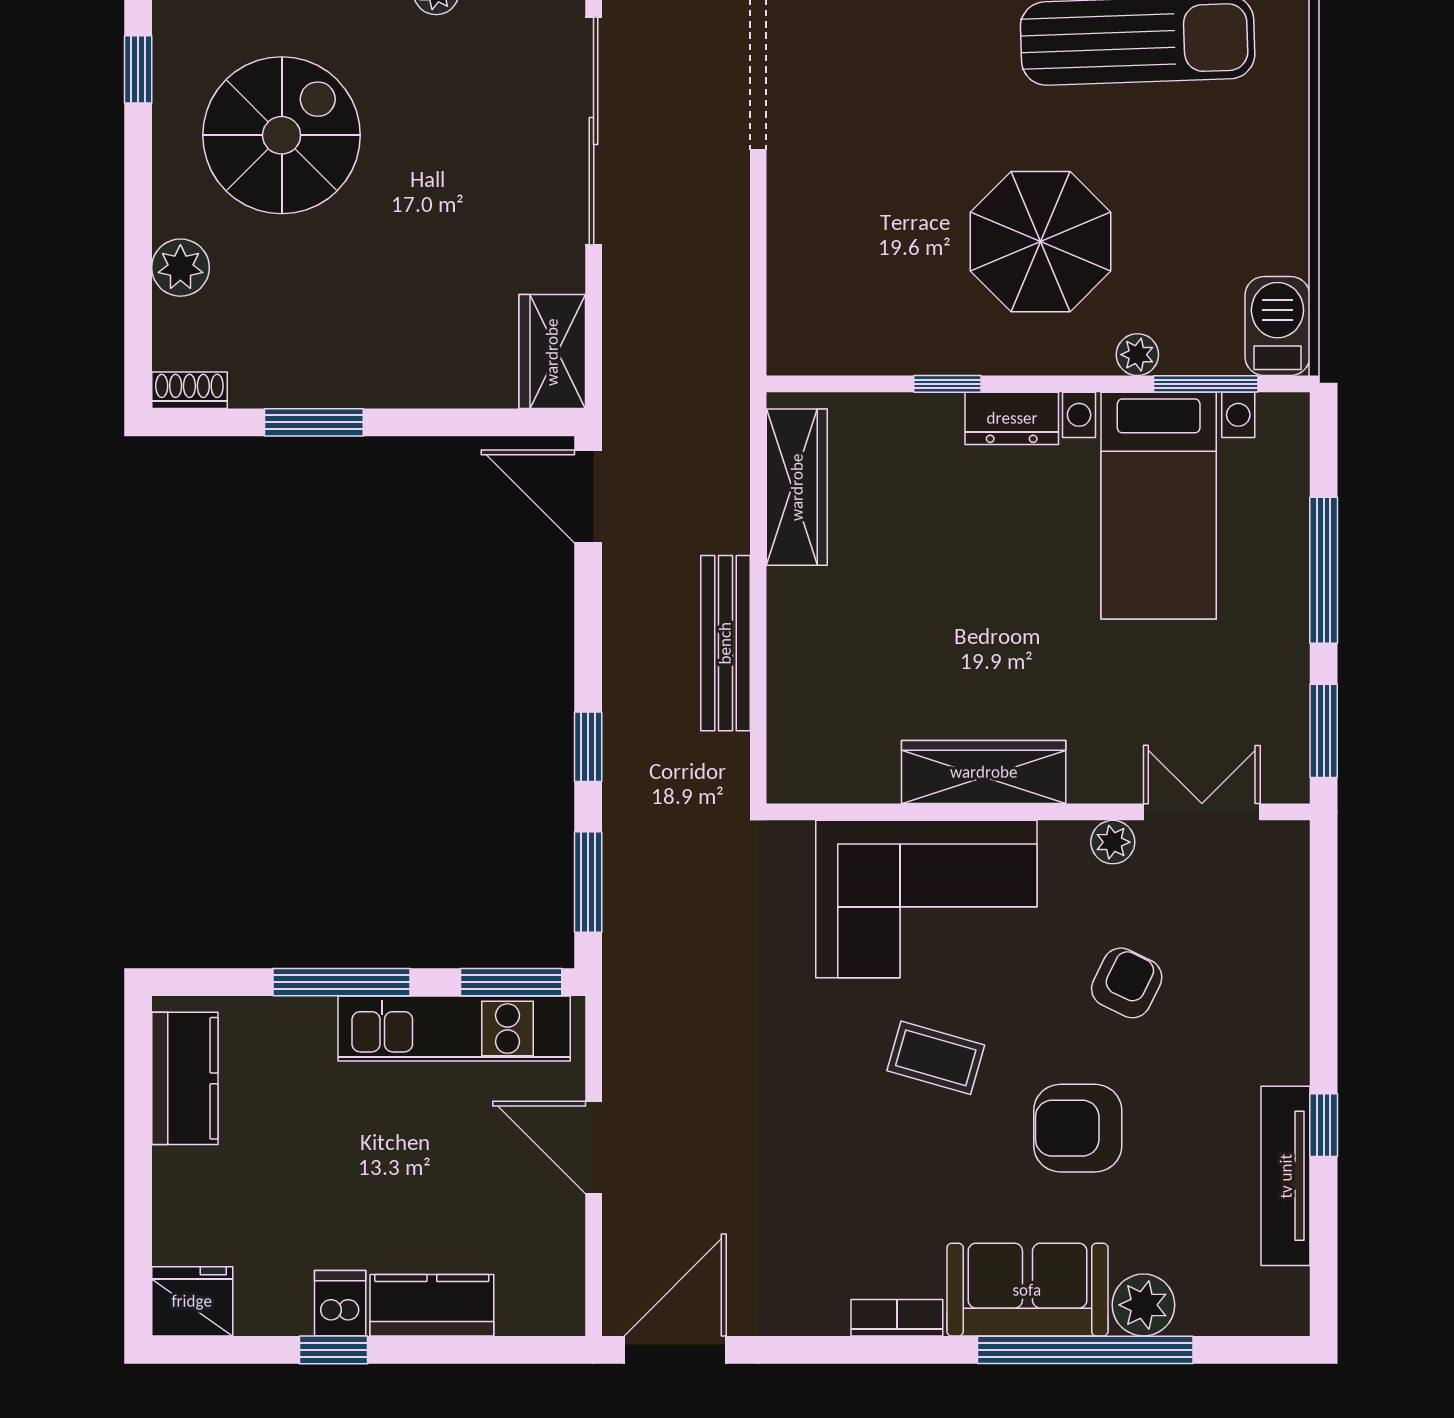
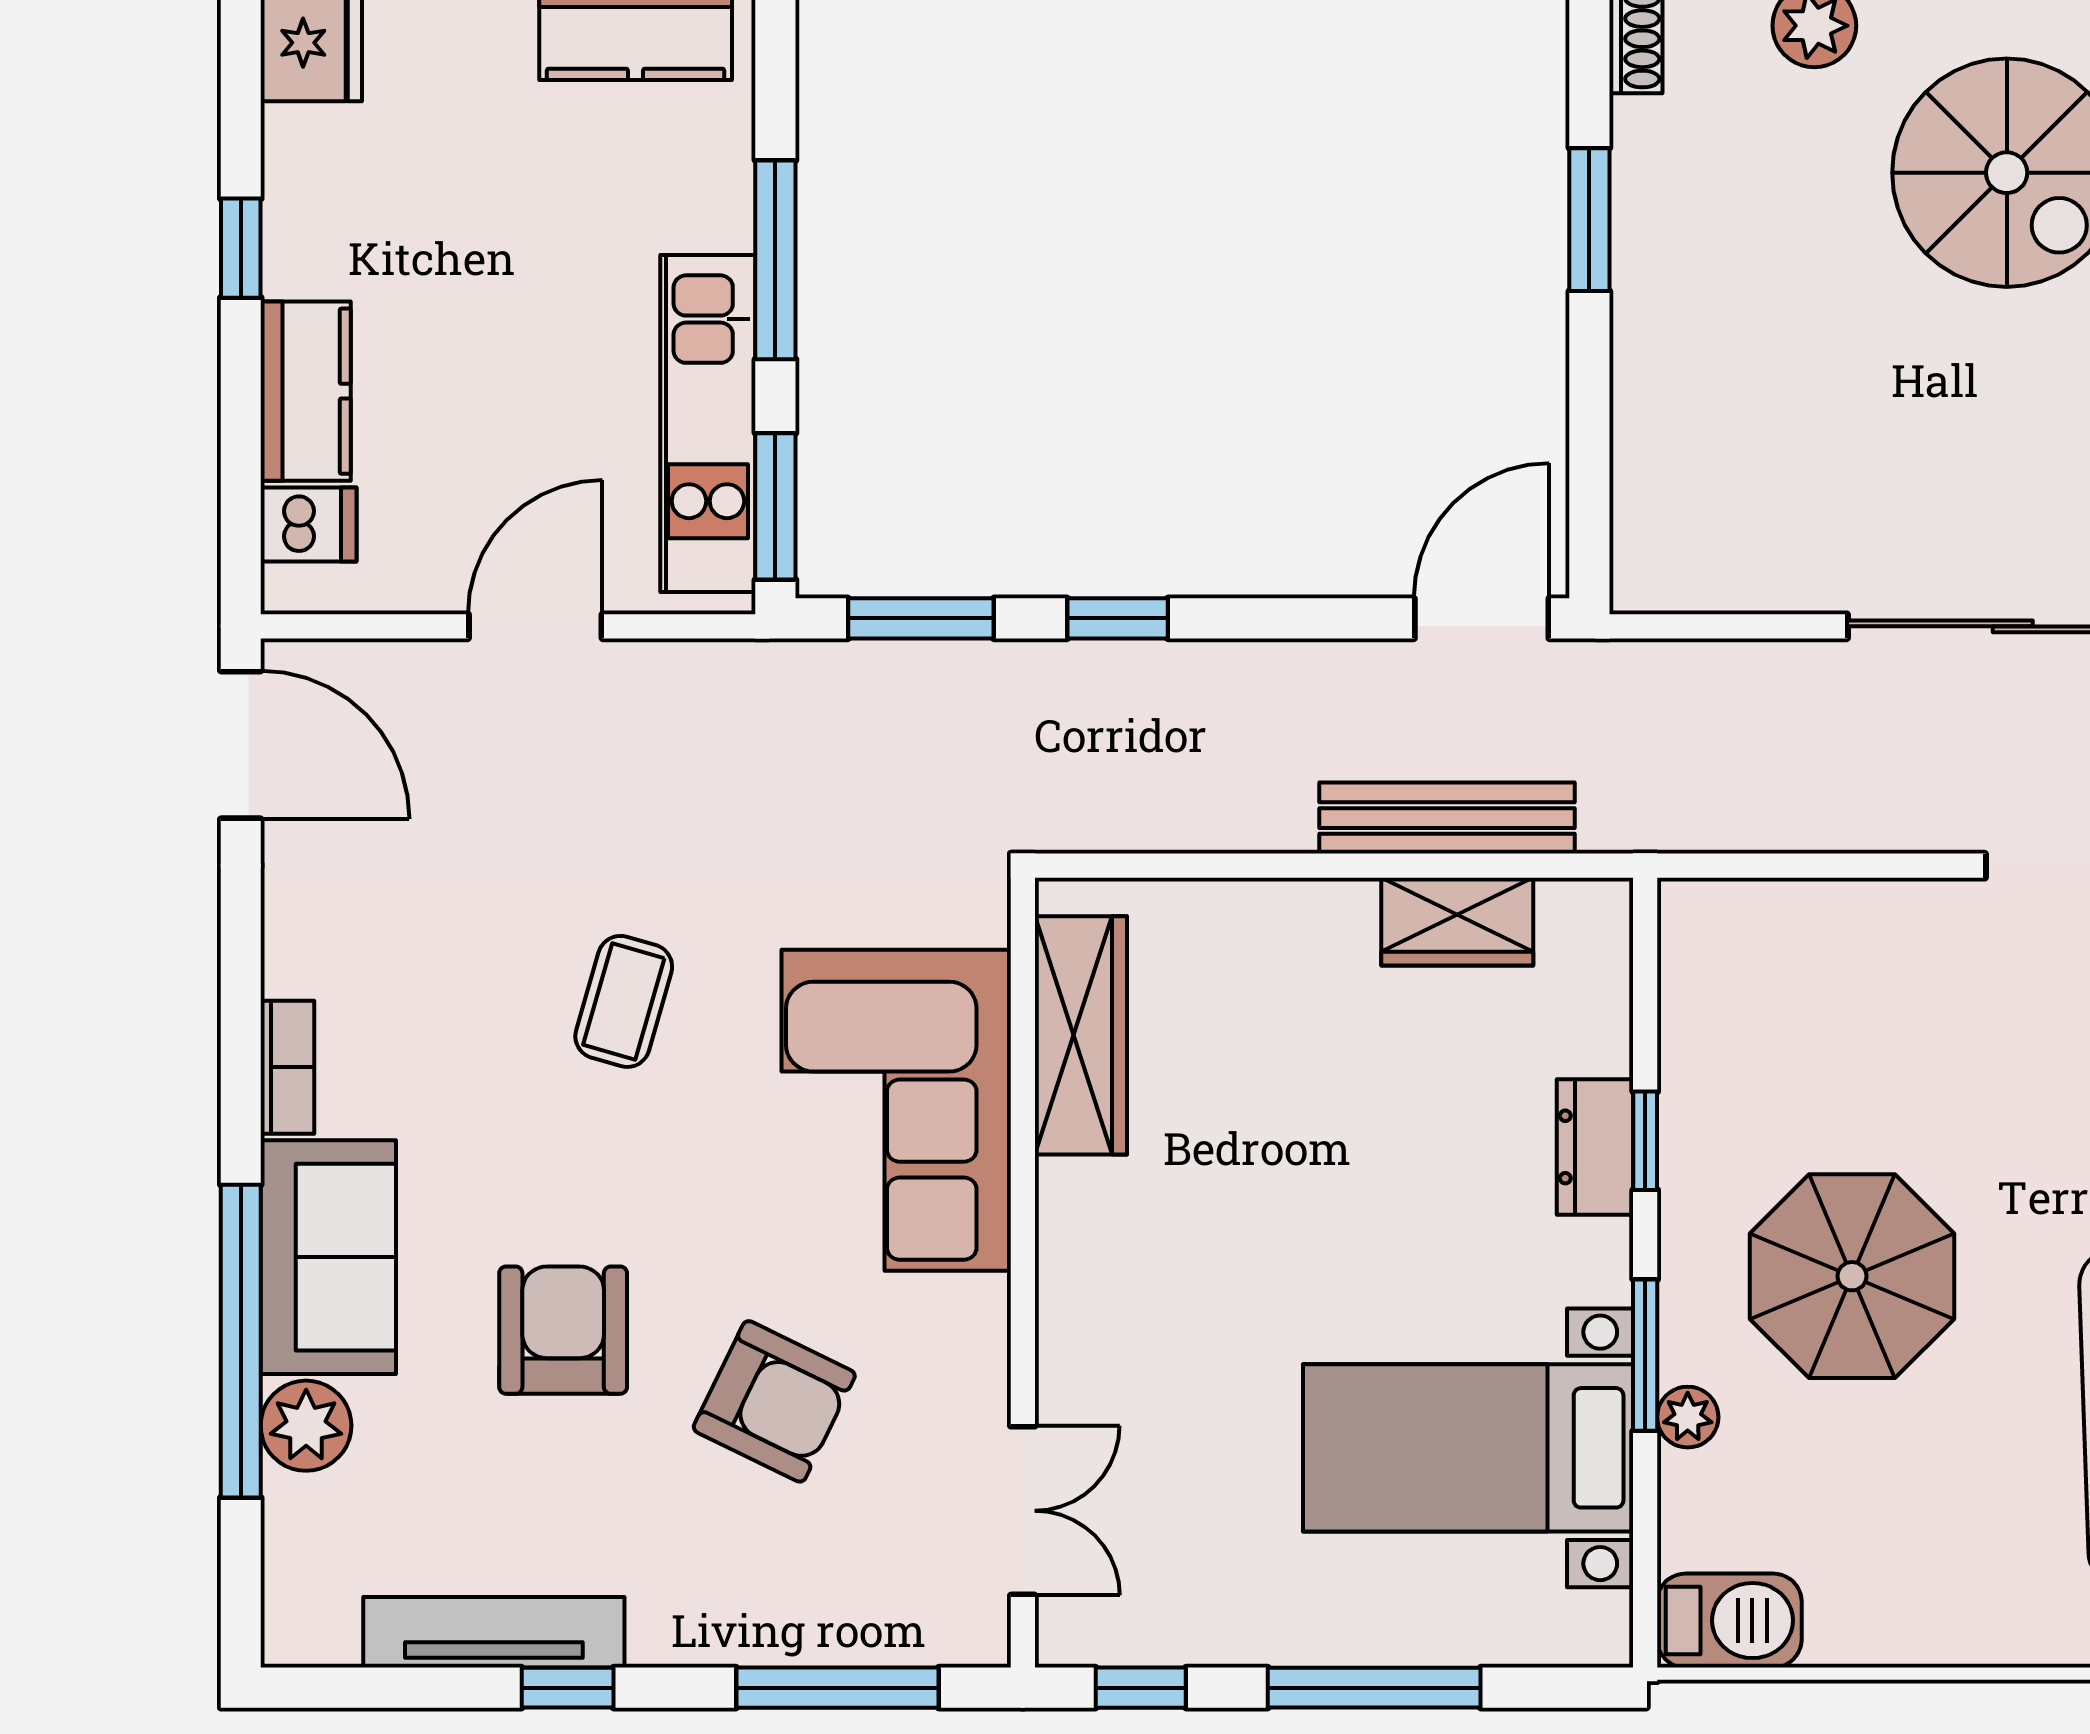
wardrobe: (552, 352) -> (1692, 566), removed
window: (1206, 384) -> (1645, 1355), moved
dresser: (1012, 418) -> (1595, 1147), moved
wardrobe: (797, 487) -> (1457, 922), width x0.67
bench: (725, 643) -> (1447, 818), moved
window: (1324, 731) -> (1141, 1688), width x0.67
wardrobe: (984, 772) -> (1081, 1035), moved
plant: (1113, 842) -> (979, 1381), removed
window: (1324, 939) -> (837, 1688), added
armchair: (1127, 983) -> (774, 1401), width x1.38, depth x1.38
coffee table: (936, 1058) -> (624, 1001), moved
dishwasher: (340, 1303) -> (309, 524), moved

